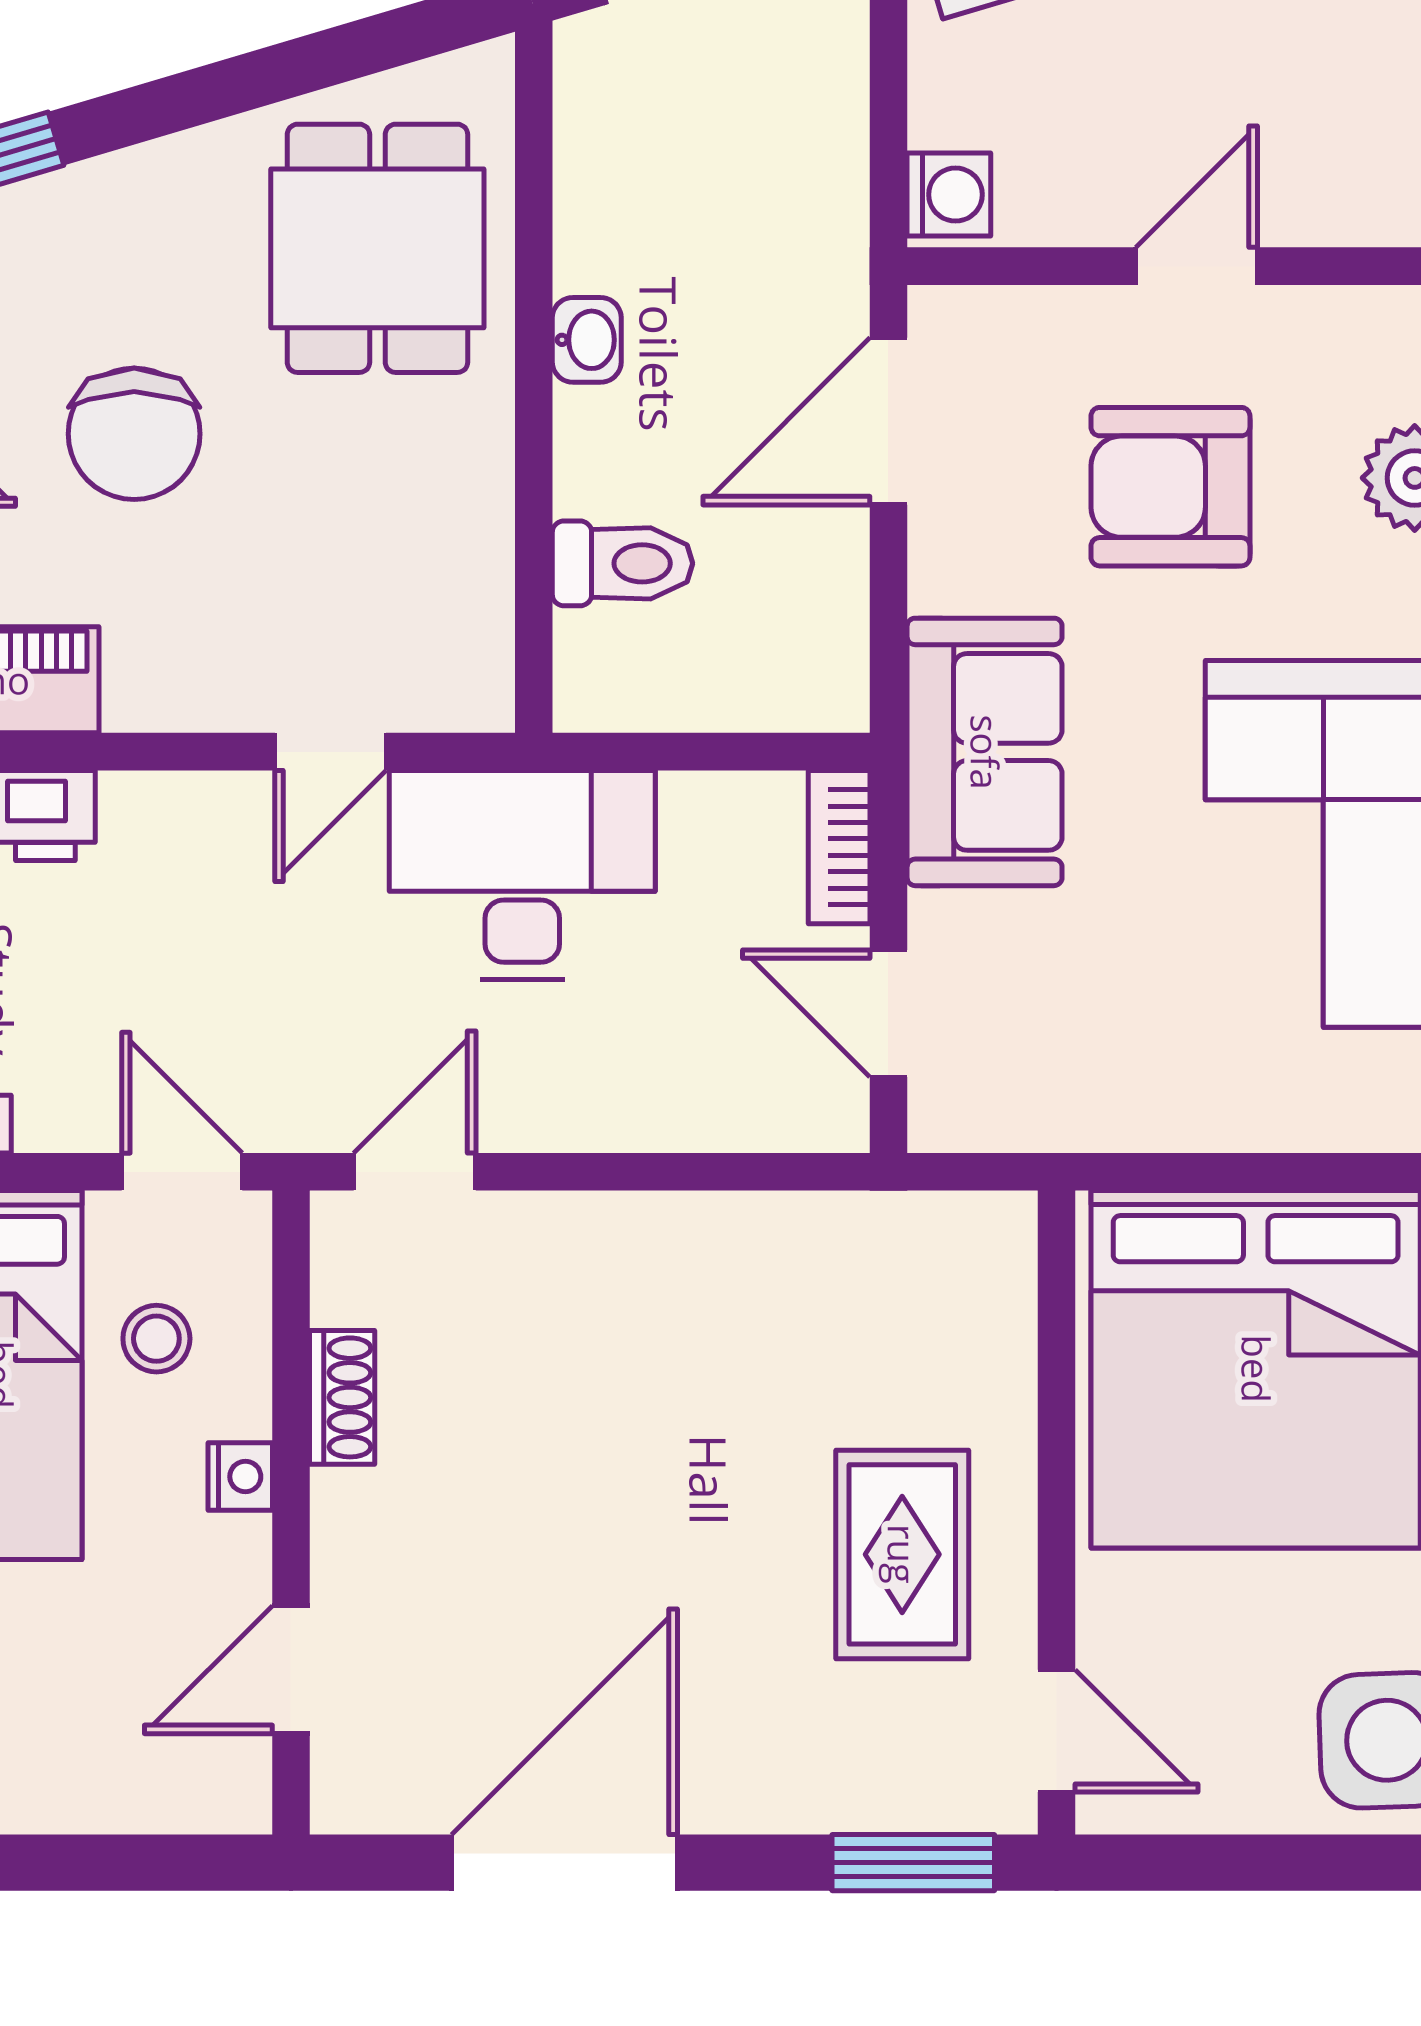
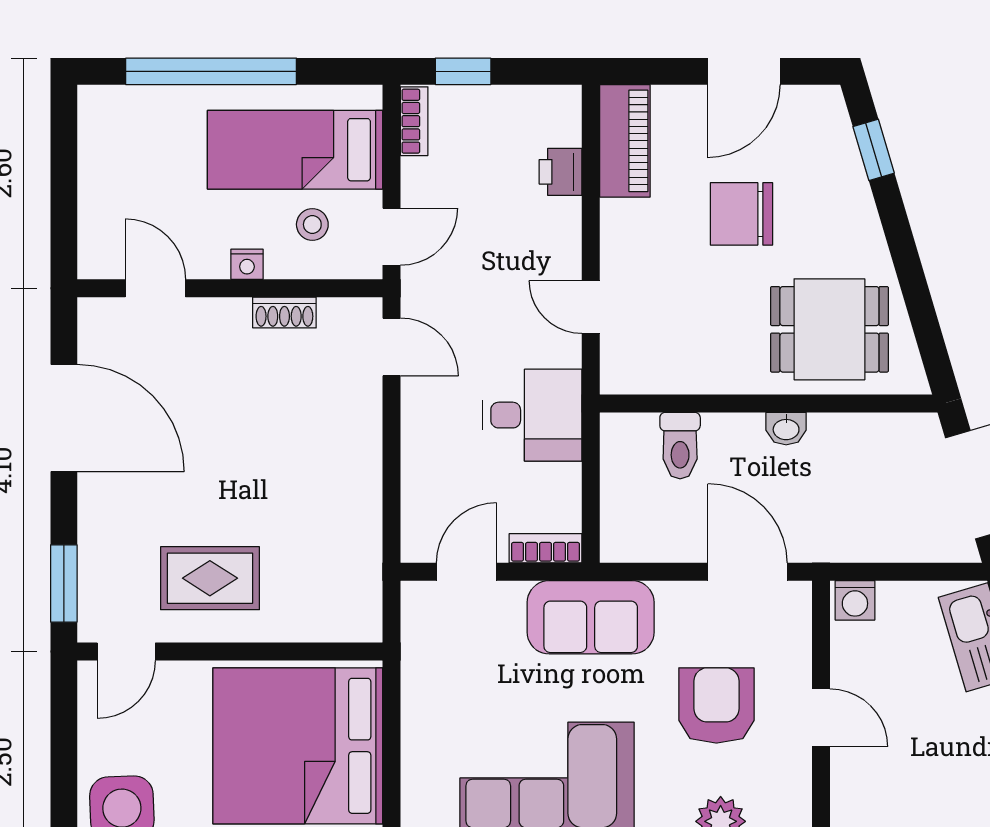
desk: (522, 875) -> (532, 415), width x0.73

